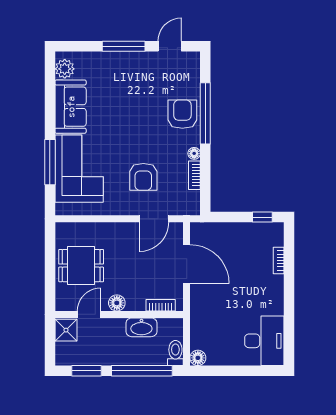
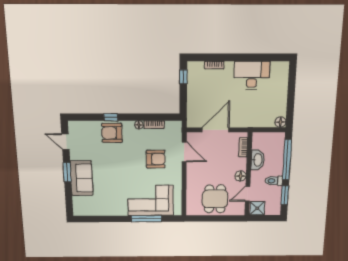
window: (124, 46) -> (67, 172), width x0.69
plant: (65, 69) -> (84, 210), removed
sofa: (71, 107) -> (81, 178), moved, turned 90
window: (205, 113) -> (111, 117), width x0.32
door: (89, 314) -> (248, 194), hinge flipped
desk: (264, 341) -> (252, 75), moved
toilet: (175, 353) -> (274, 181), moved

